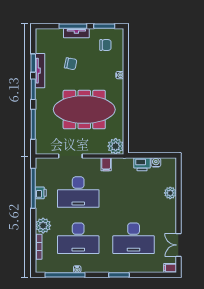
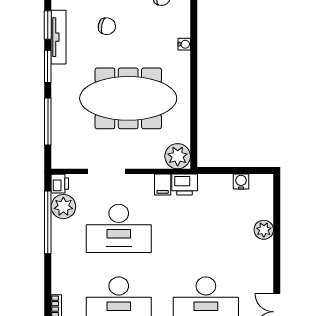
printer: (142, 164) -> (185, 184), moved
printer: (41, 193) -> (60, 184), moved
plant: (43, 226) -> (63, 207), moved

